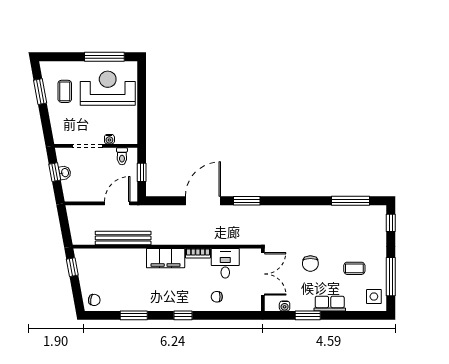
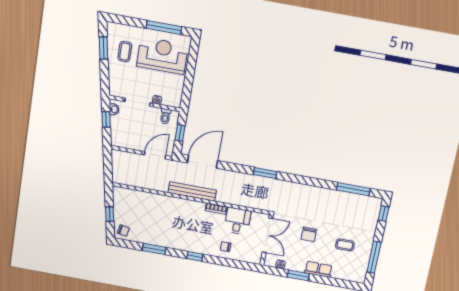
washbasin: (65, 173) -> (114, 109), moved
door: (203, 201) -> (203, 162), moved
bench: (123, 238) -> (192, 191), moved
filing cabinet: (166, 258) -> (188, 208), removed
window: (72, 267) -> (110, 214), moved
side table: (374, 297) -> (356, 271), removed

